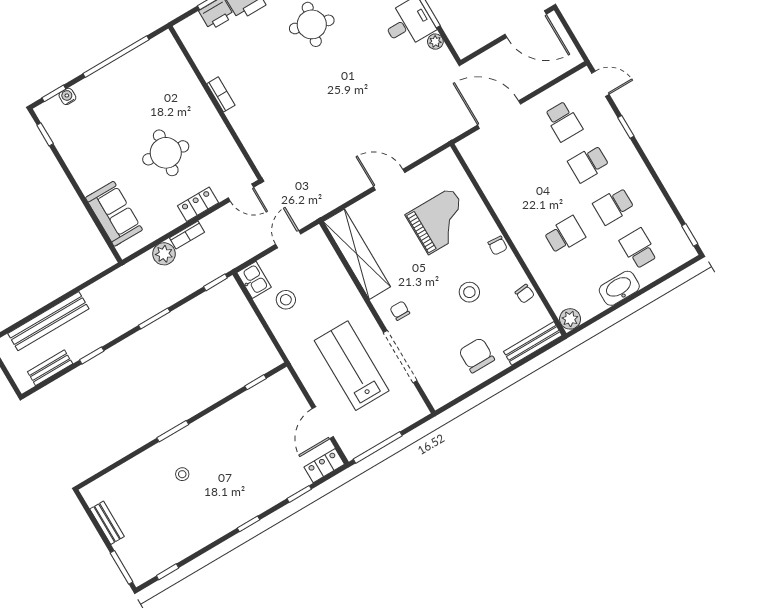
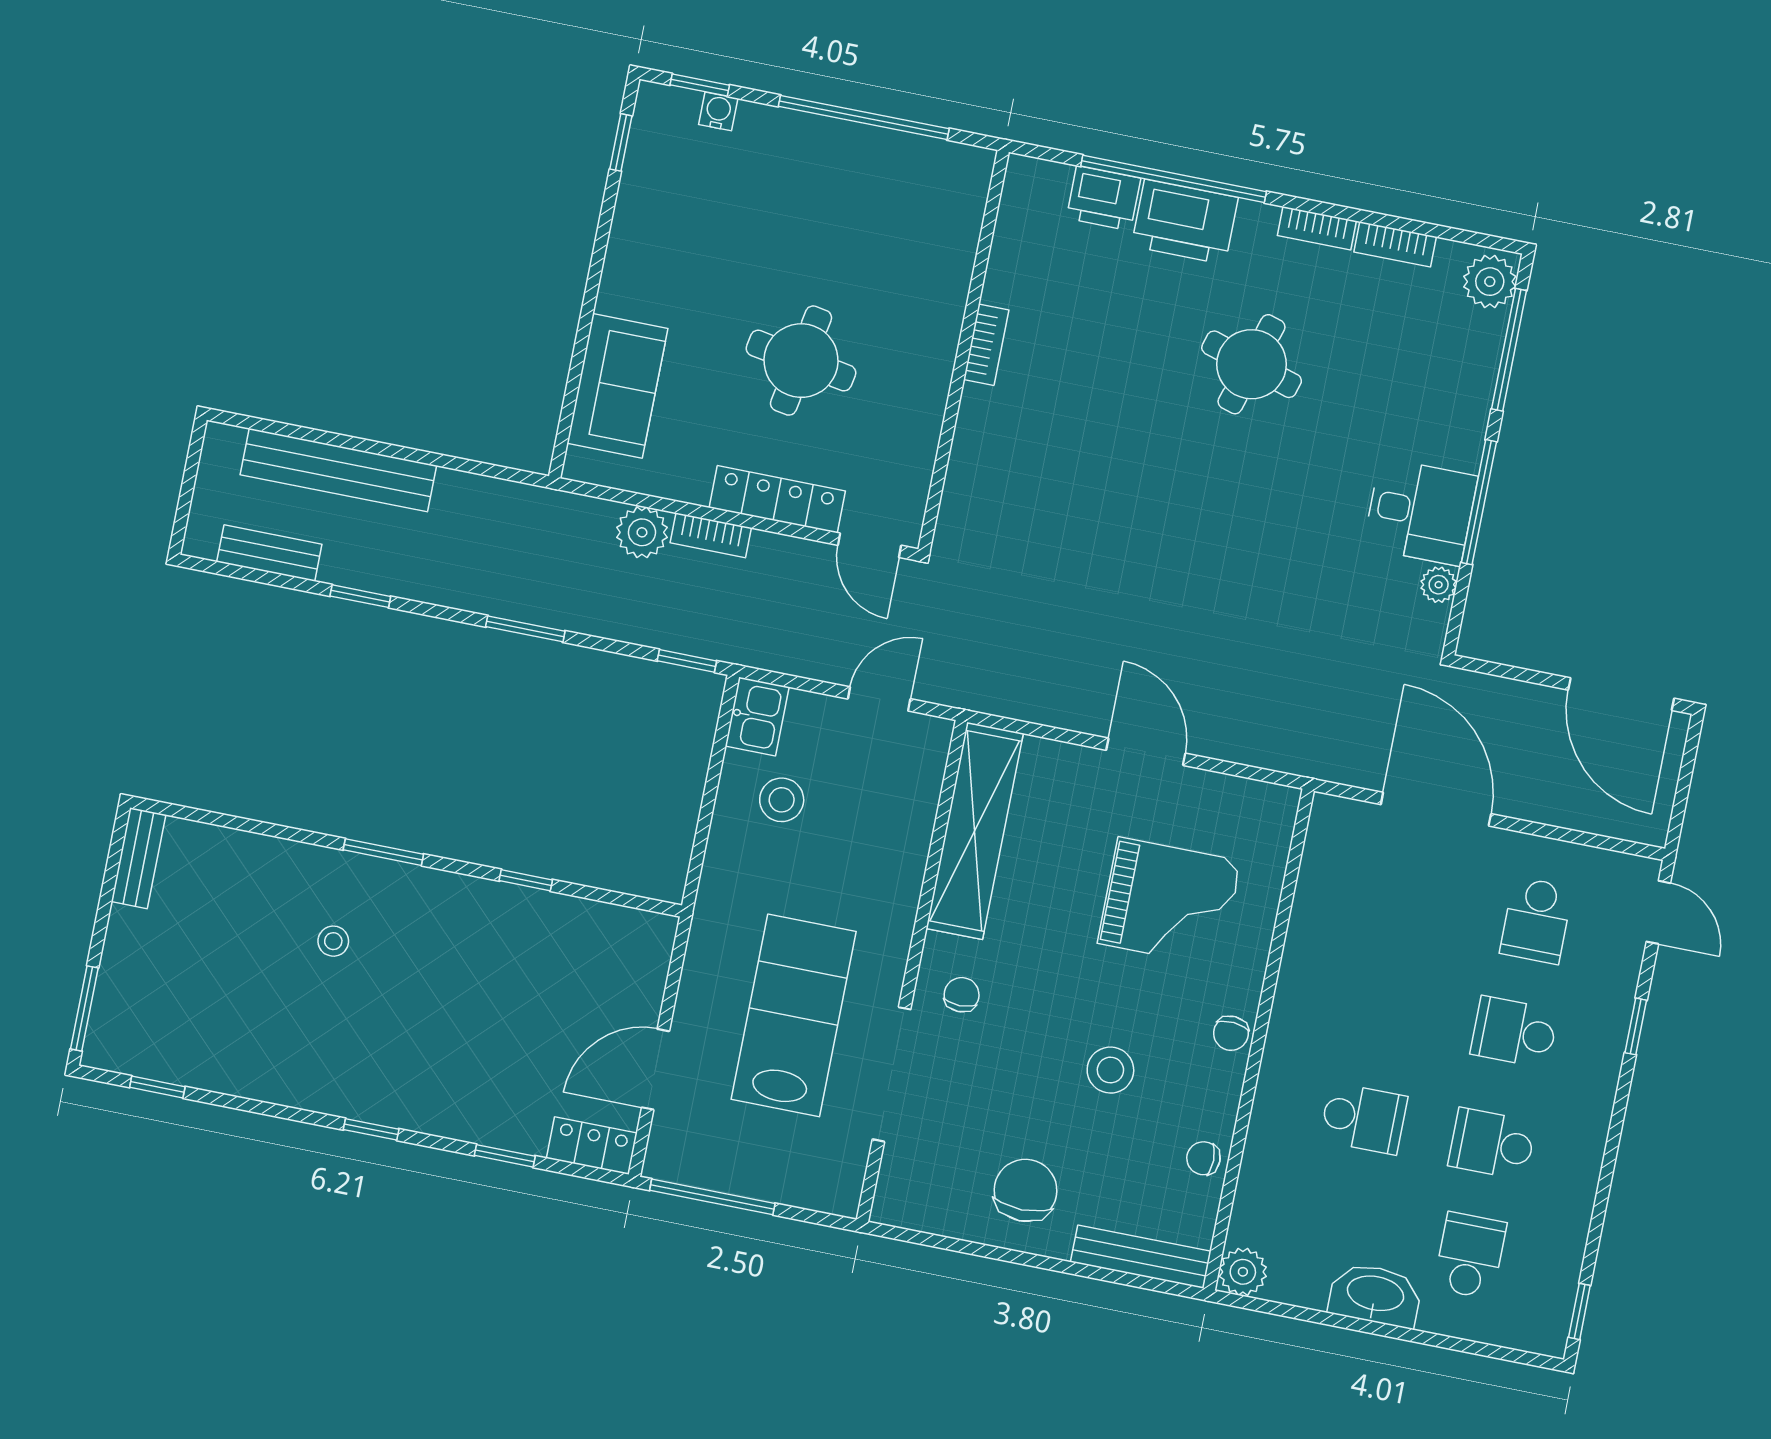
locker: (198, 204) -> (777, 499), width x1.53
chair: (525, 294) -> (1203, 1158), turned 96
window: (256, 382) -> (526, 880), moved
bench: (107, 523) -> (139, 858), moved

